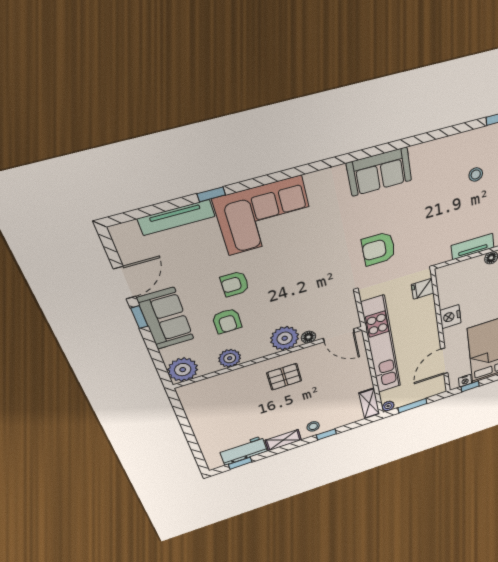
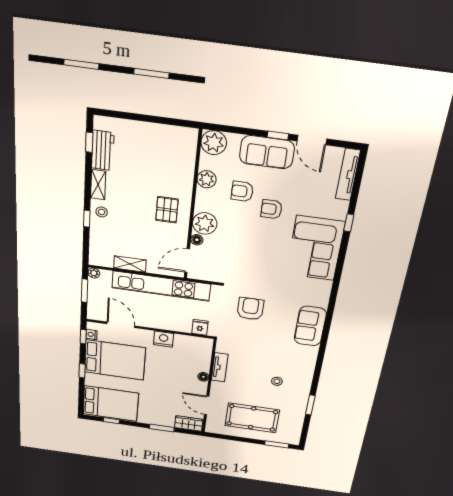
tv unit: (176, 217) -> (348, 174), moved
armchair: (235, 284) -> (271, 209), turned -90
shelving: (369, 403) -> (130, 264), moved

